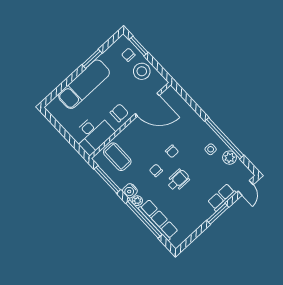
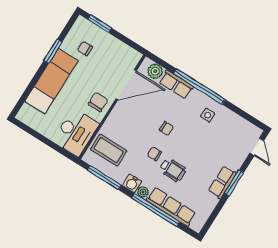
chair: (128, 55) -> (85, 49), moved
stool: (142, 71) -> (110, 50), removed
row of seats: (190, 116) -> (176, 85), added
window: (224, 138) -> (199, 87), moved
plant: (229, 158) -> (155, 71), moved
wheelchair: (178, 180) -> (173, 170), moved, turned 90
row of seats: (222, 197) -> (222, 182), moved

